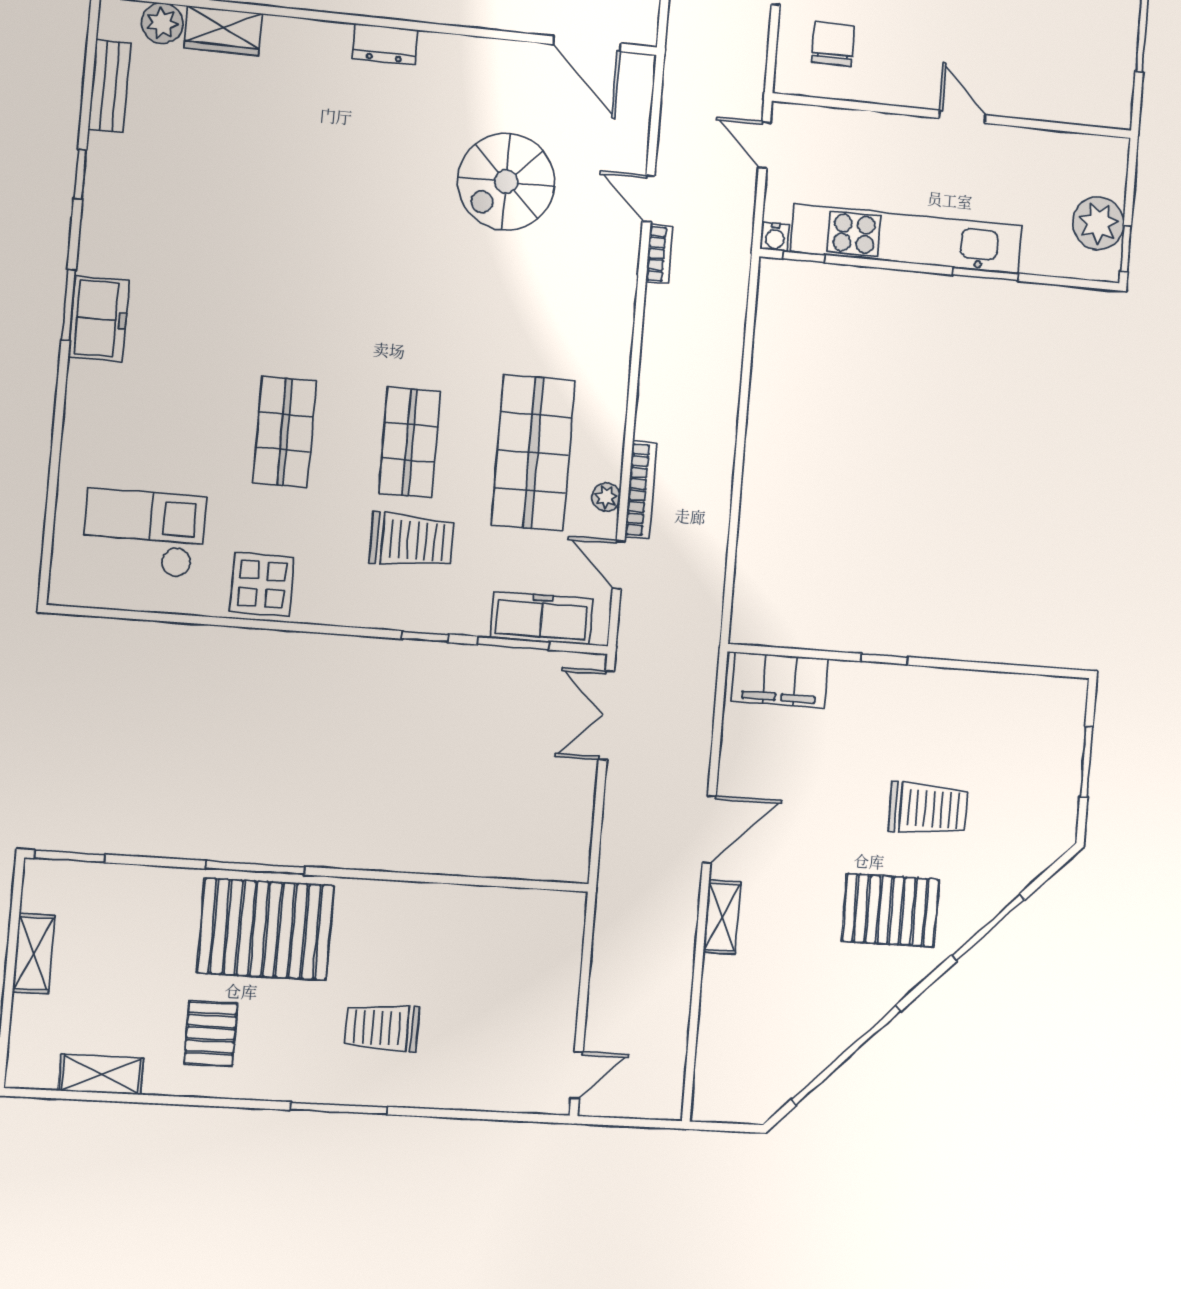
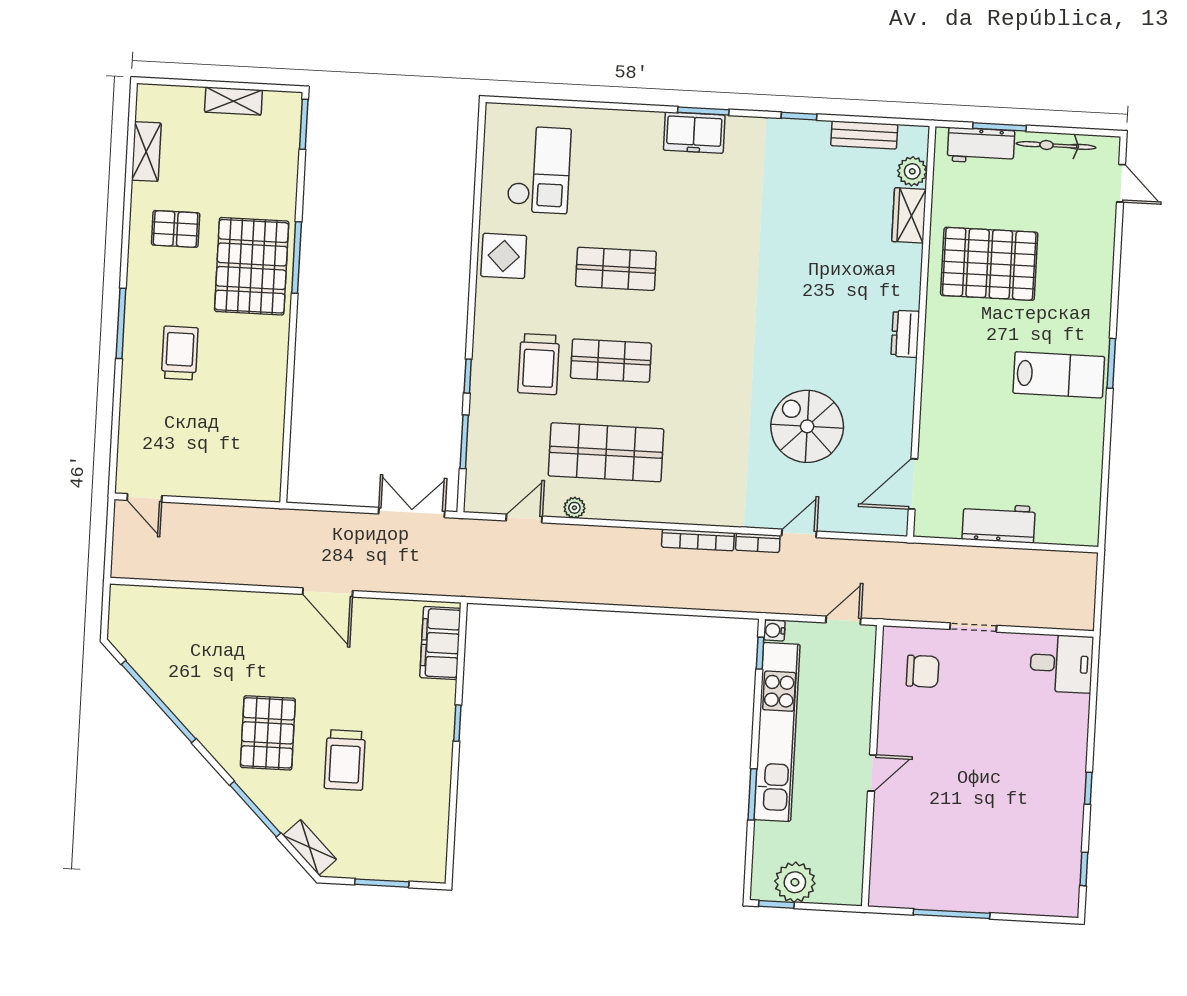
bookcase: (641, 490) -> (698, 540), moved
freezer: (541, 618) -> (483, 462), removed
shelving: (722, 917) -> (310, 847), moved, turned 45

